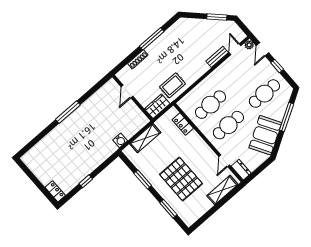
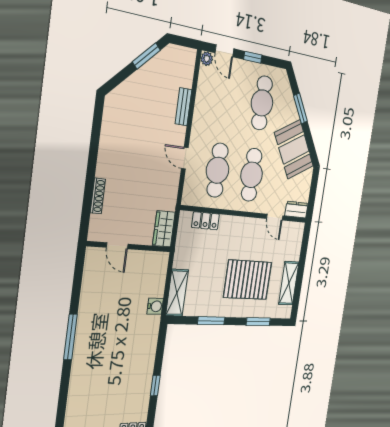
window: (152, 39) -> (93, 155), removed
door: (235, 49) -> (185, 158), moved
rug: (172, 85) -> (161, 188), removed
window: (287, 117) -> (300, 108), width x0.69
shelving: (145, 138) -> (177, 293), moved
shelving: (222, 190) -> (289, 283), moved

